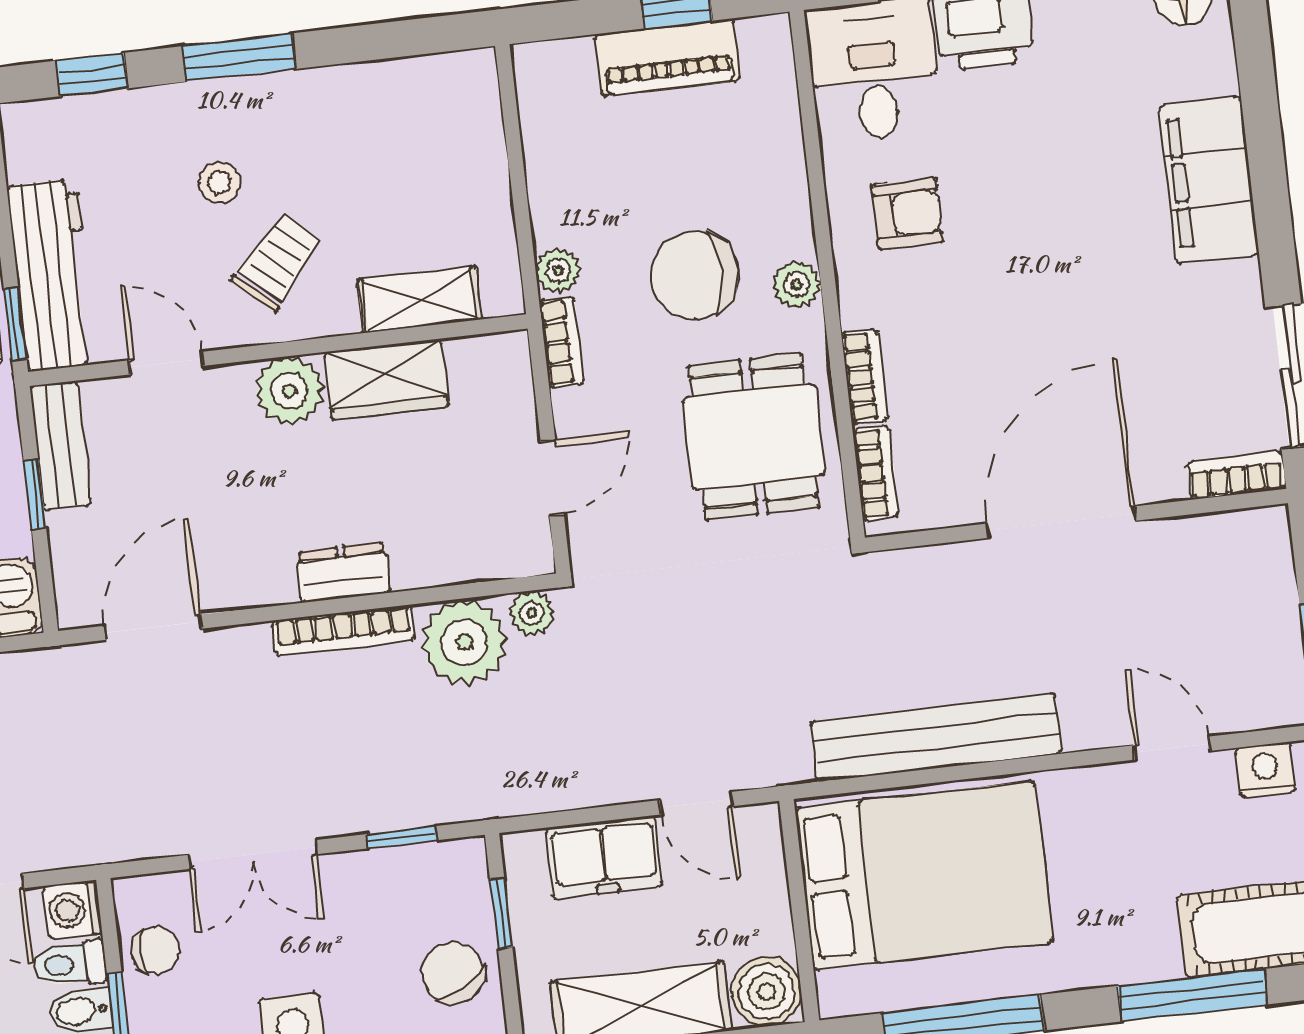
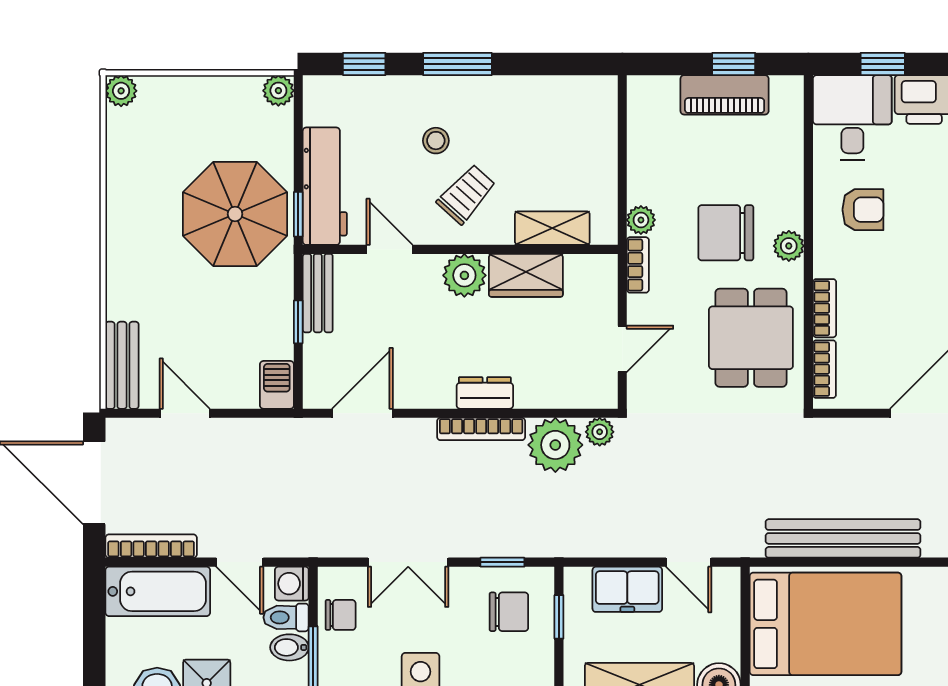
chair: (453, 973) -> (509, 612), moved, turned 118

